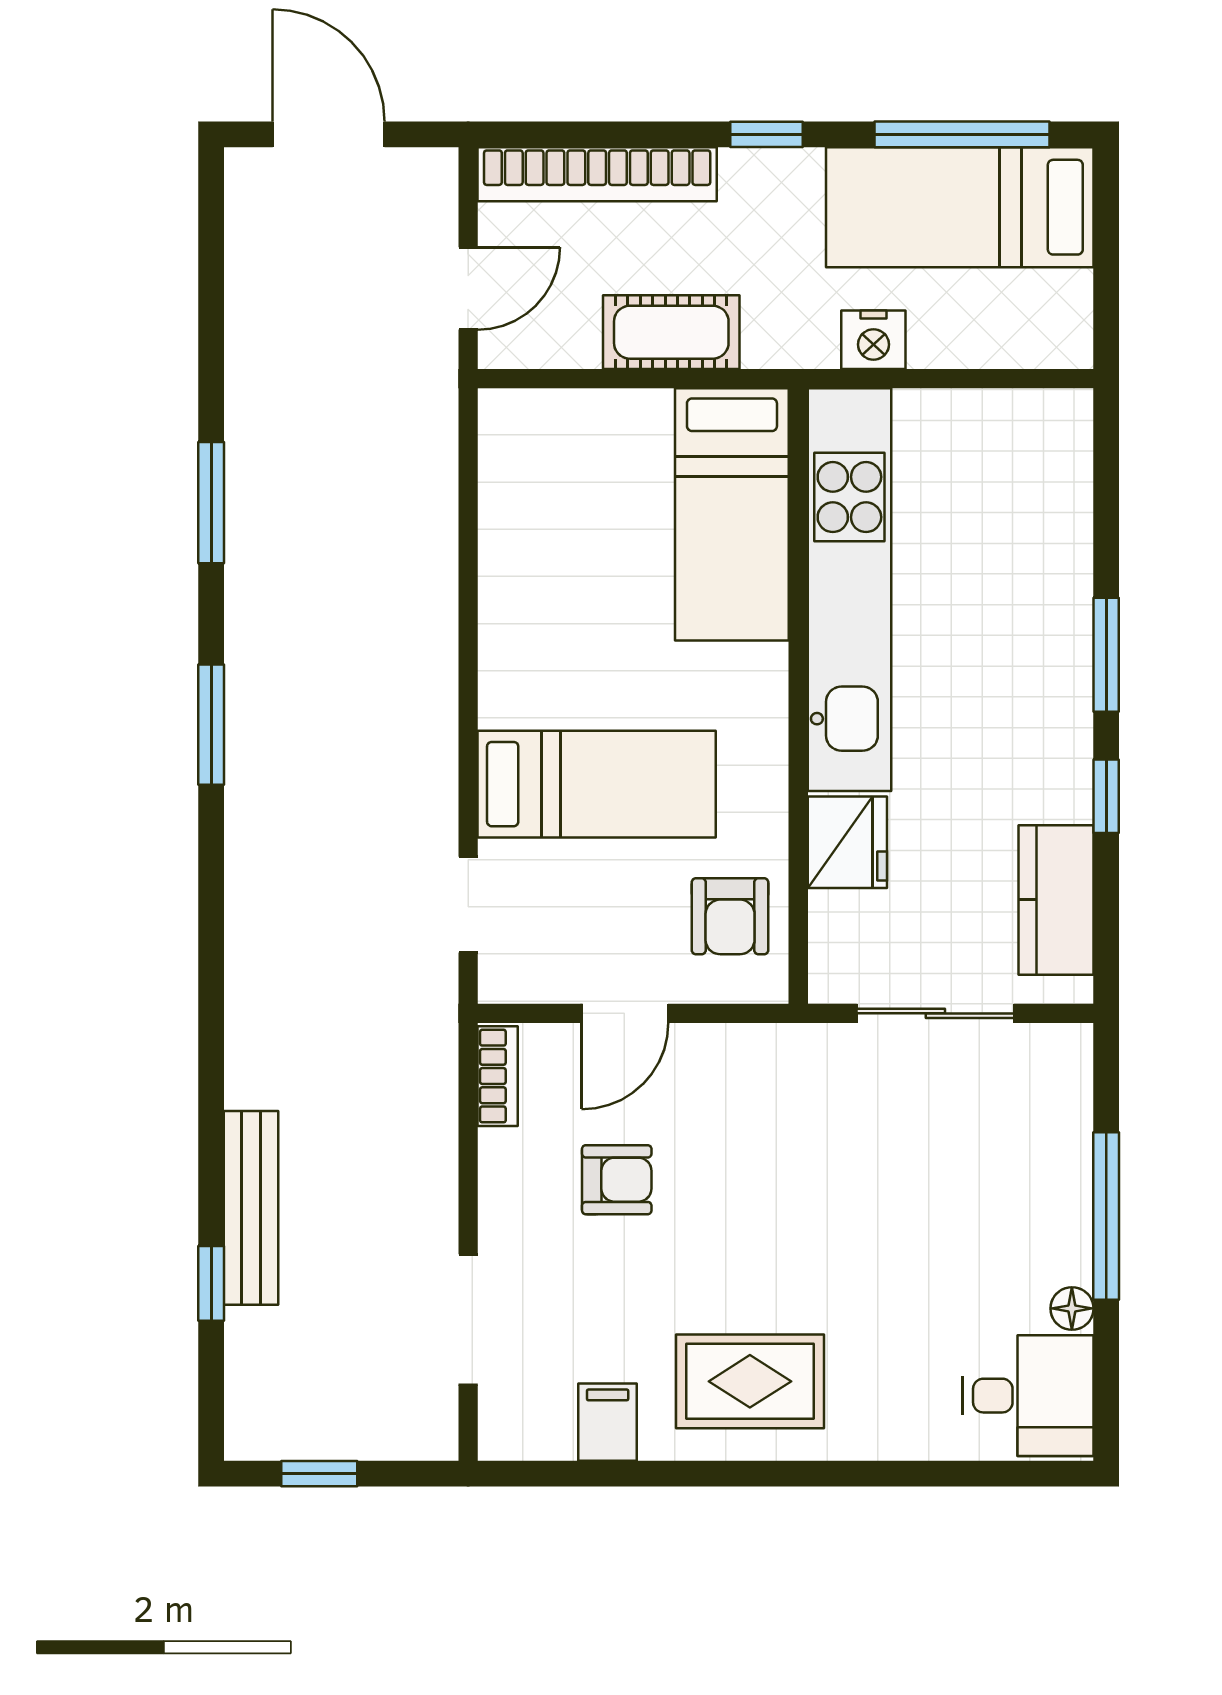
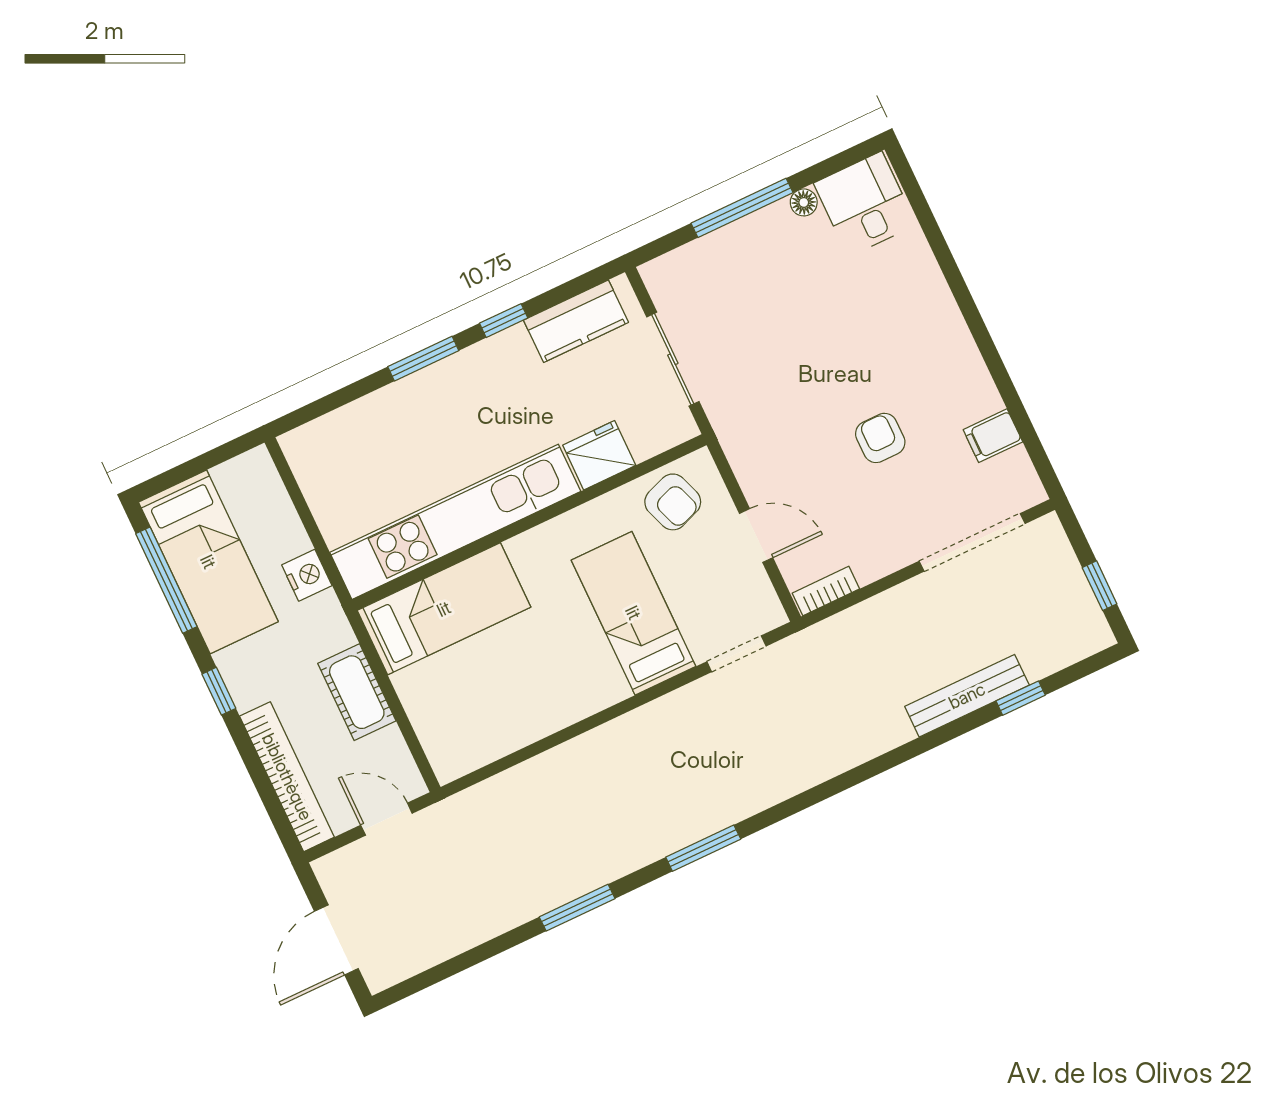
armchair: (730, 916) -> (673, 502), turned 70
armchair: (617, 1180) -> (880, 438), moved
doorway: (468, 1320) -> (972, 542), width x1.36
rug: (750, 1381) -> (932, 366), removed

